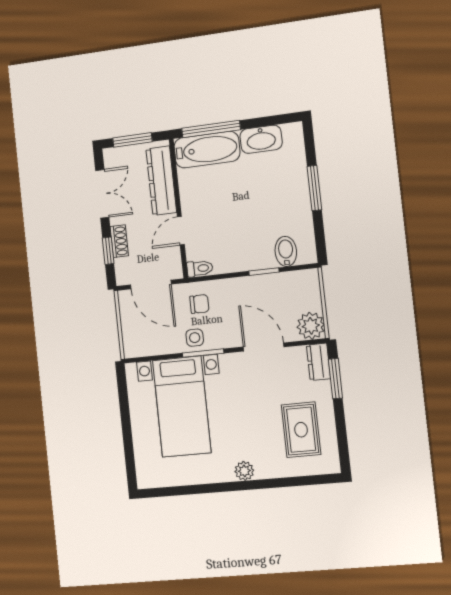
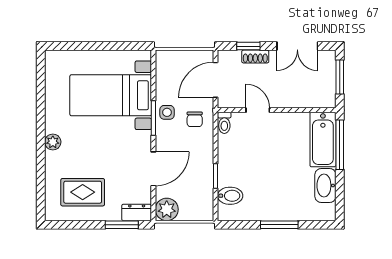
dresser: (161, 181) -> (302, 98), removed

